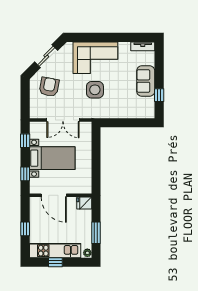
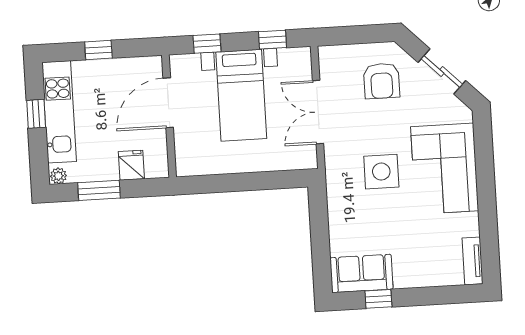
sofa: (146, 81) -> (362, 273), moved
armchair: (49, 87) -> (382, 81), turned 79
fridge: (84, 203) -> (131, 165), moved

